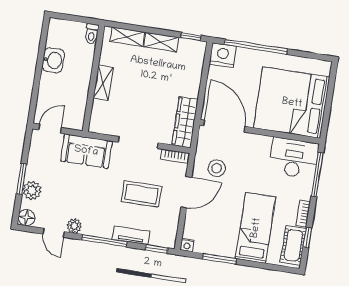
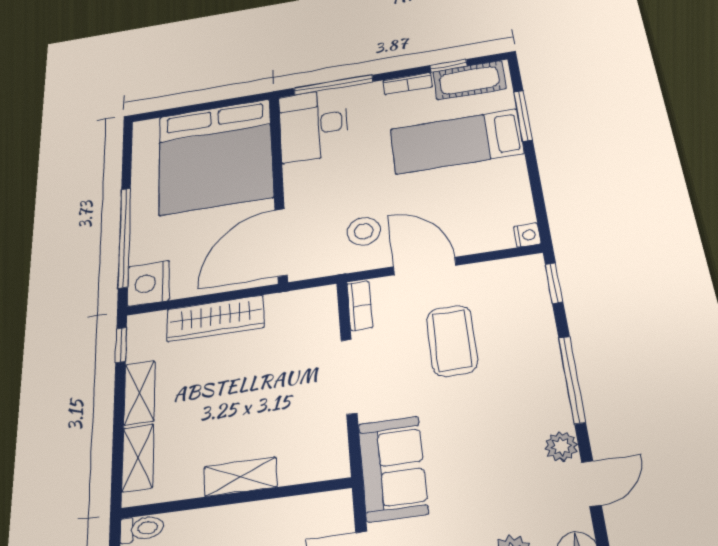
wardrobe: (185, 122) -> (215, 318), moved
tv unit: (131, 235) -> (543, 335), removed
window: (219, 259) -> (523, 116), moved

